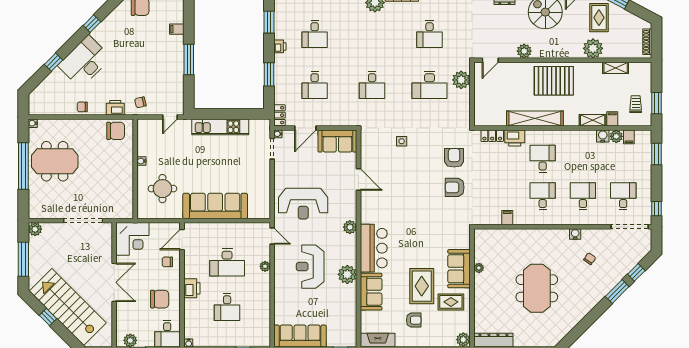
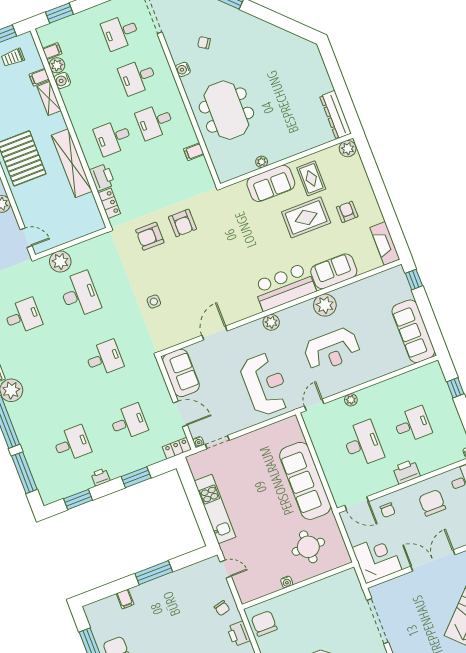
meeting table: (537, 288) -> (226, 110), moved, turned 90

